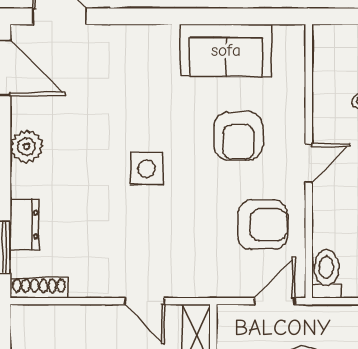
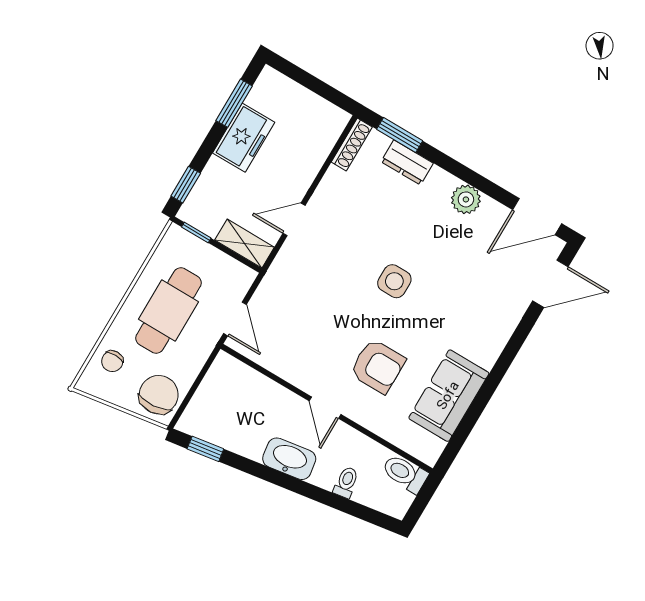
armchair: (238, 136) -> (378, 366), turned 180
armchair: (262, 225) -> (299, 344), removed
toilet: (326, 274) -> (405, 473), moved, turned 180

